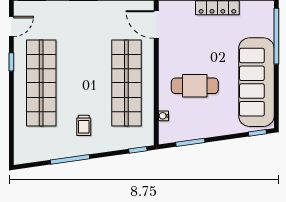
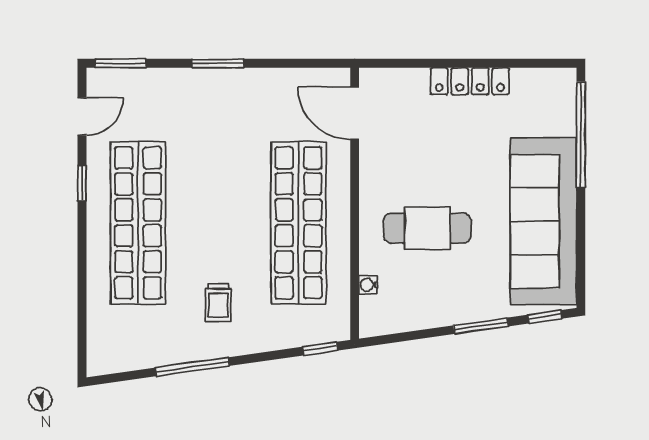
window: (190, 142) -> (481, 326), moved

